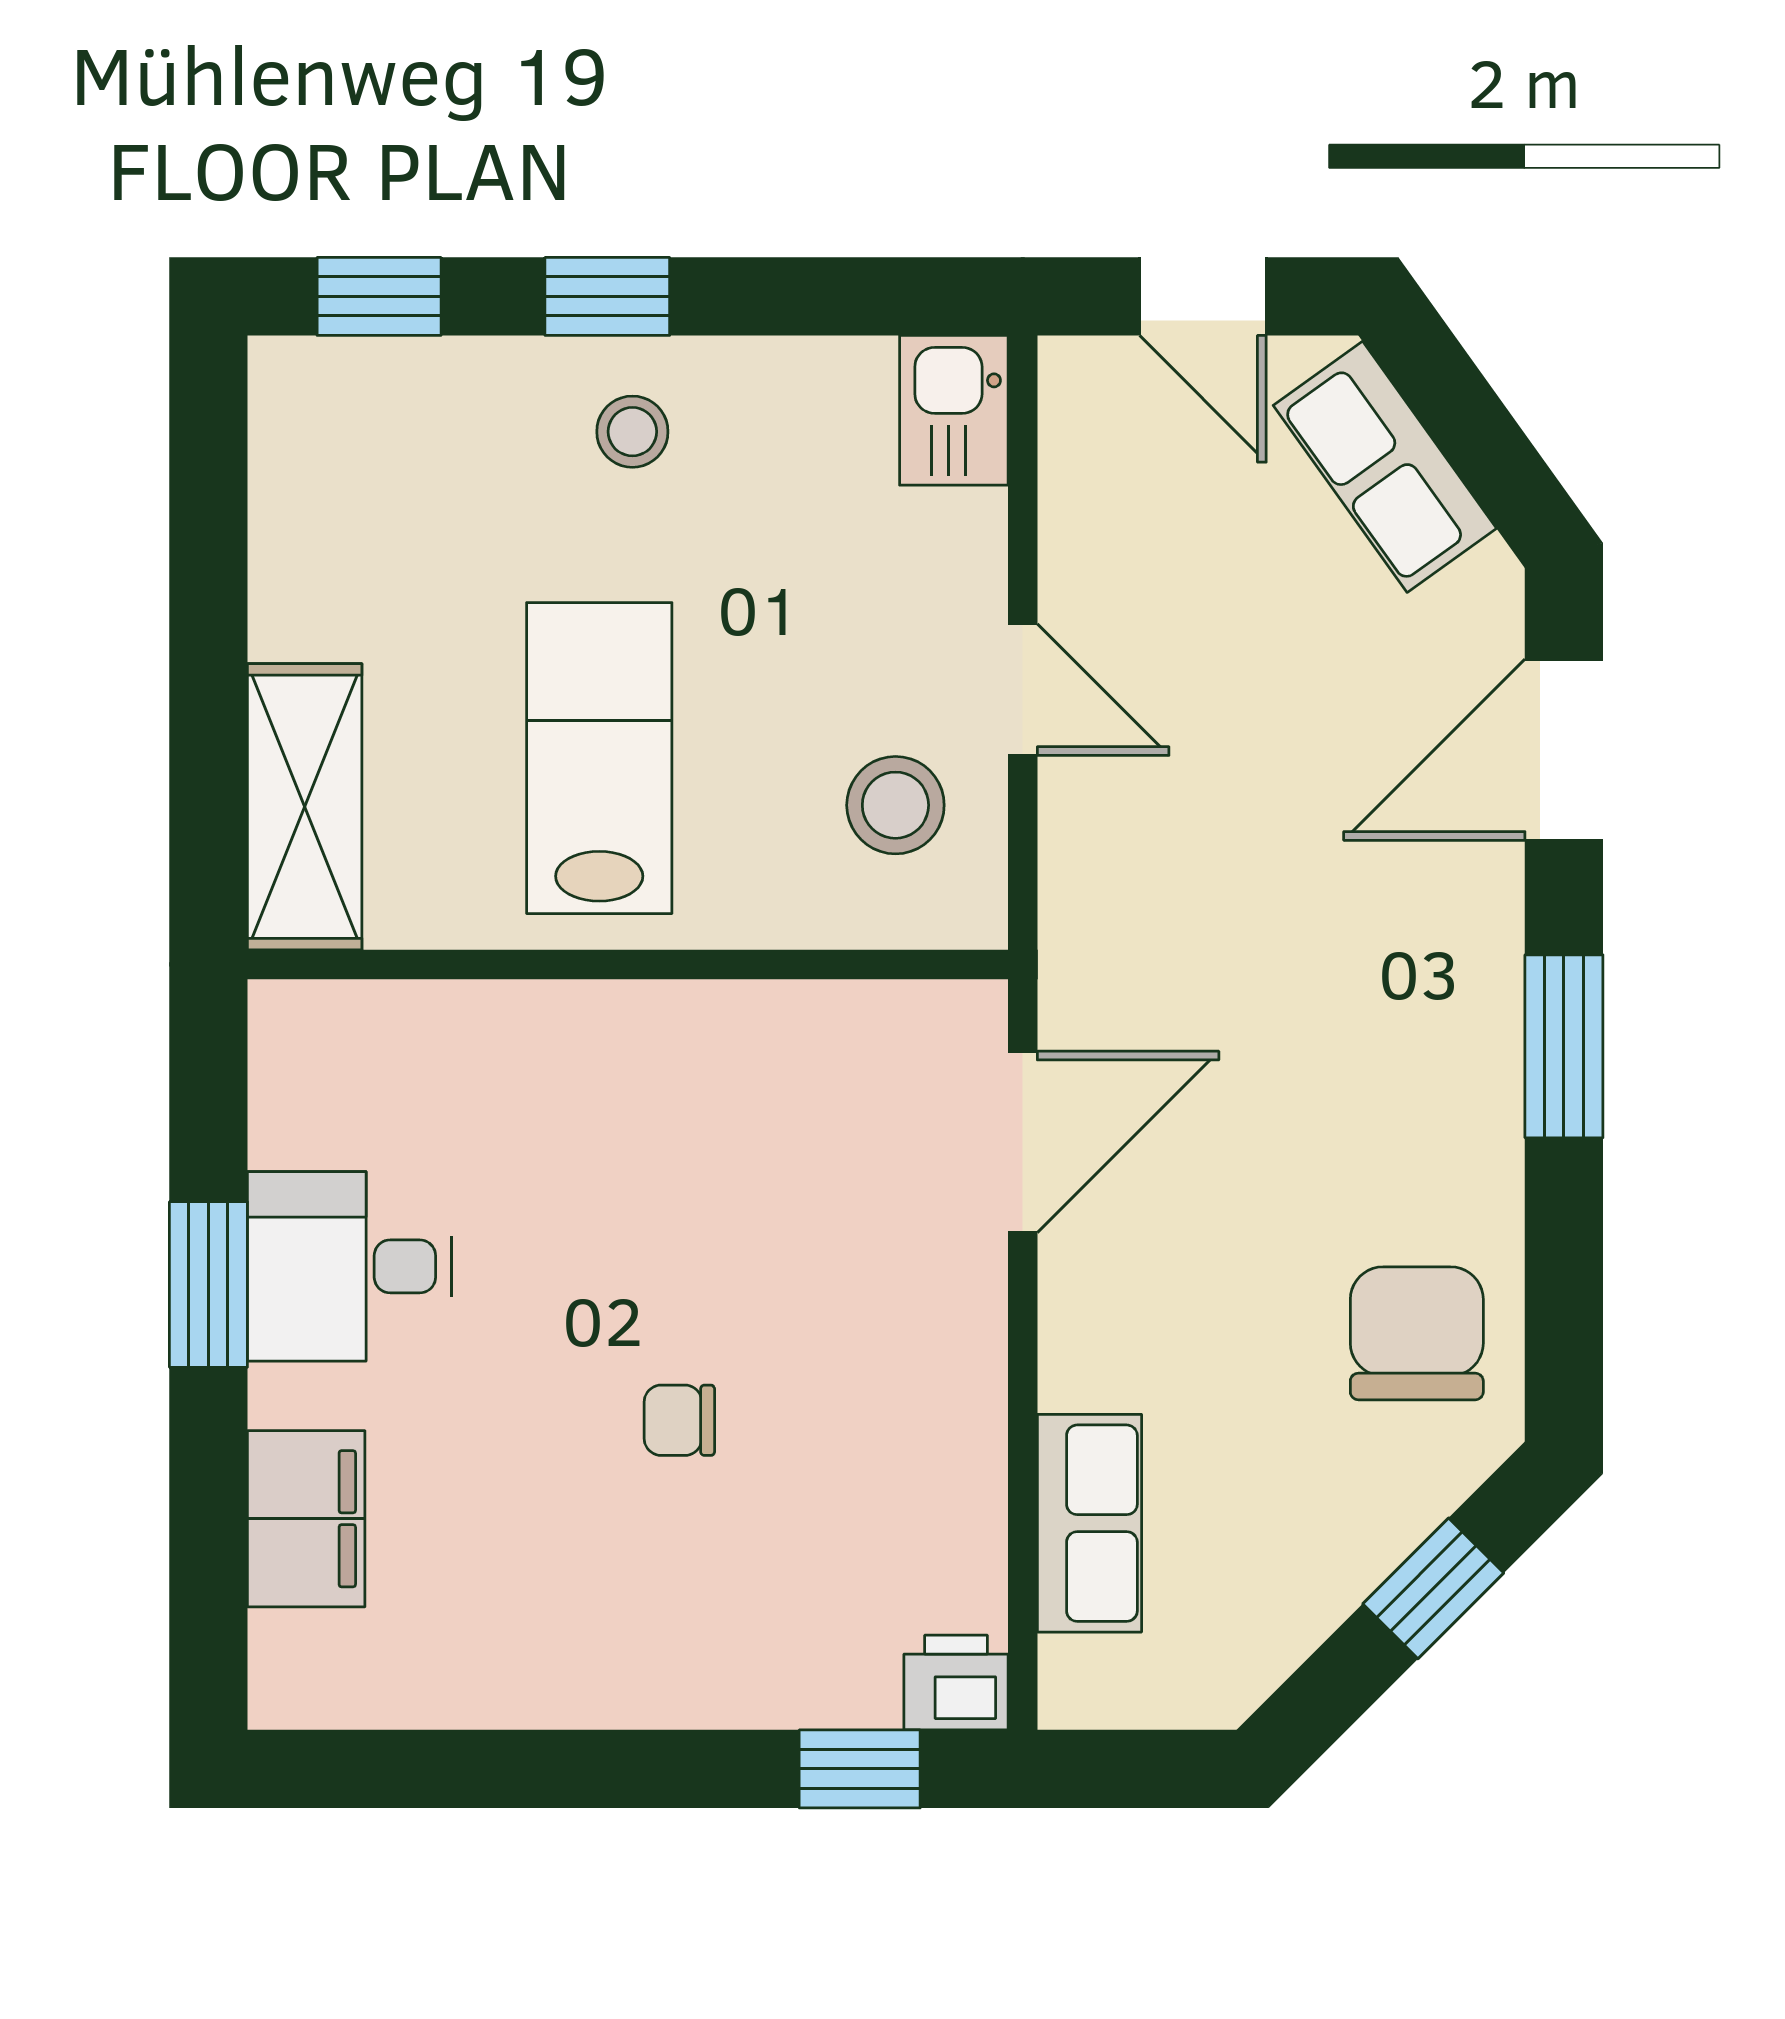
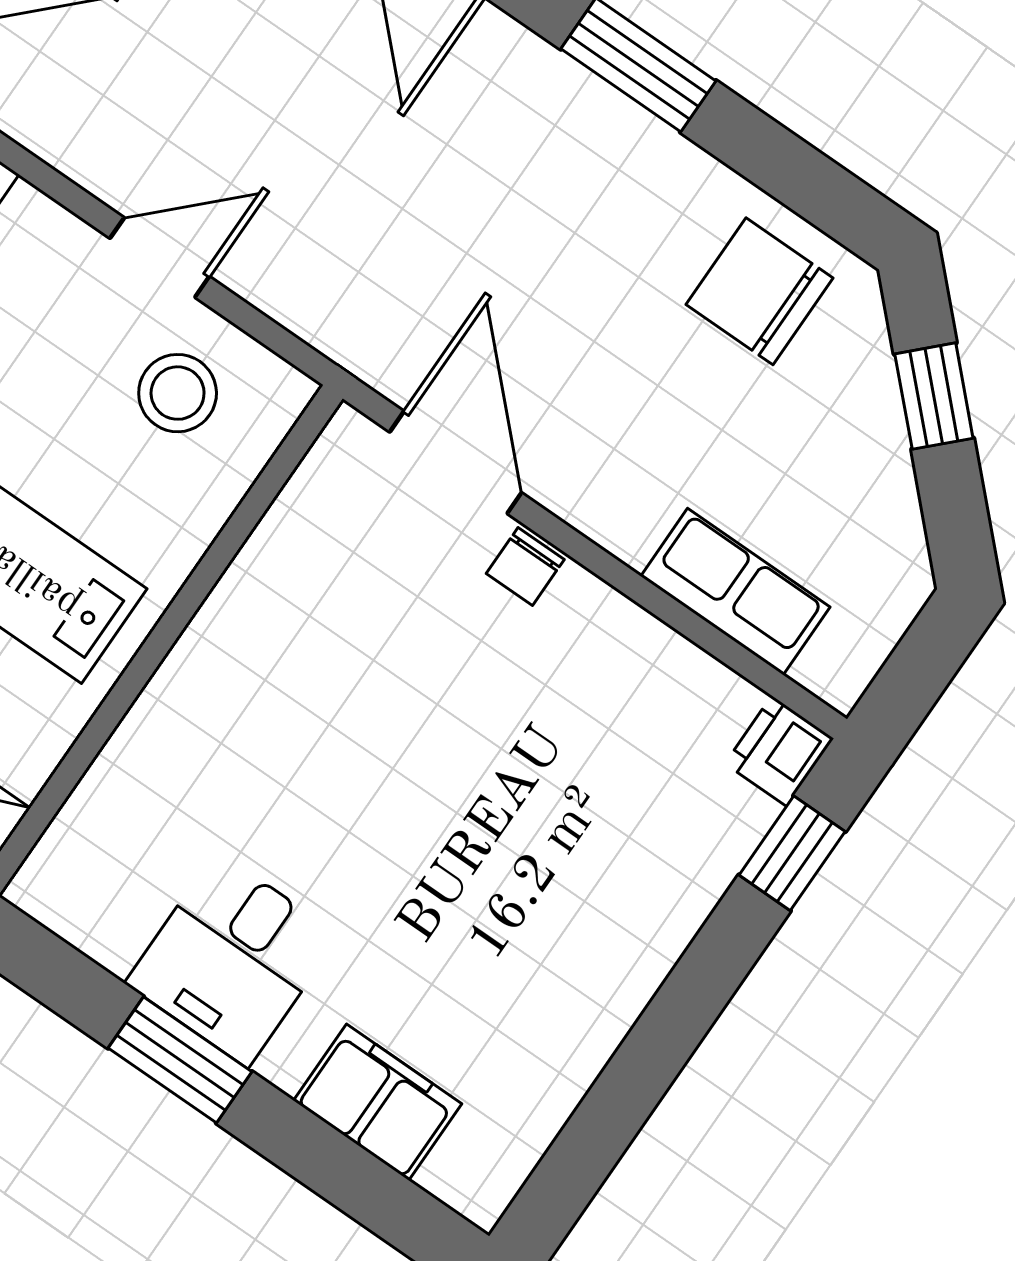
chair: (679, 1420) -> (525, 567), moved

